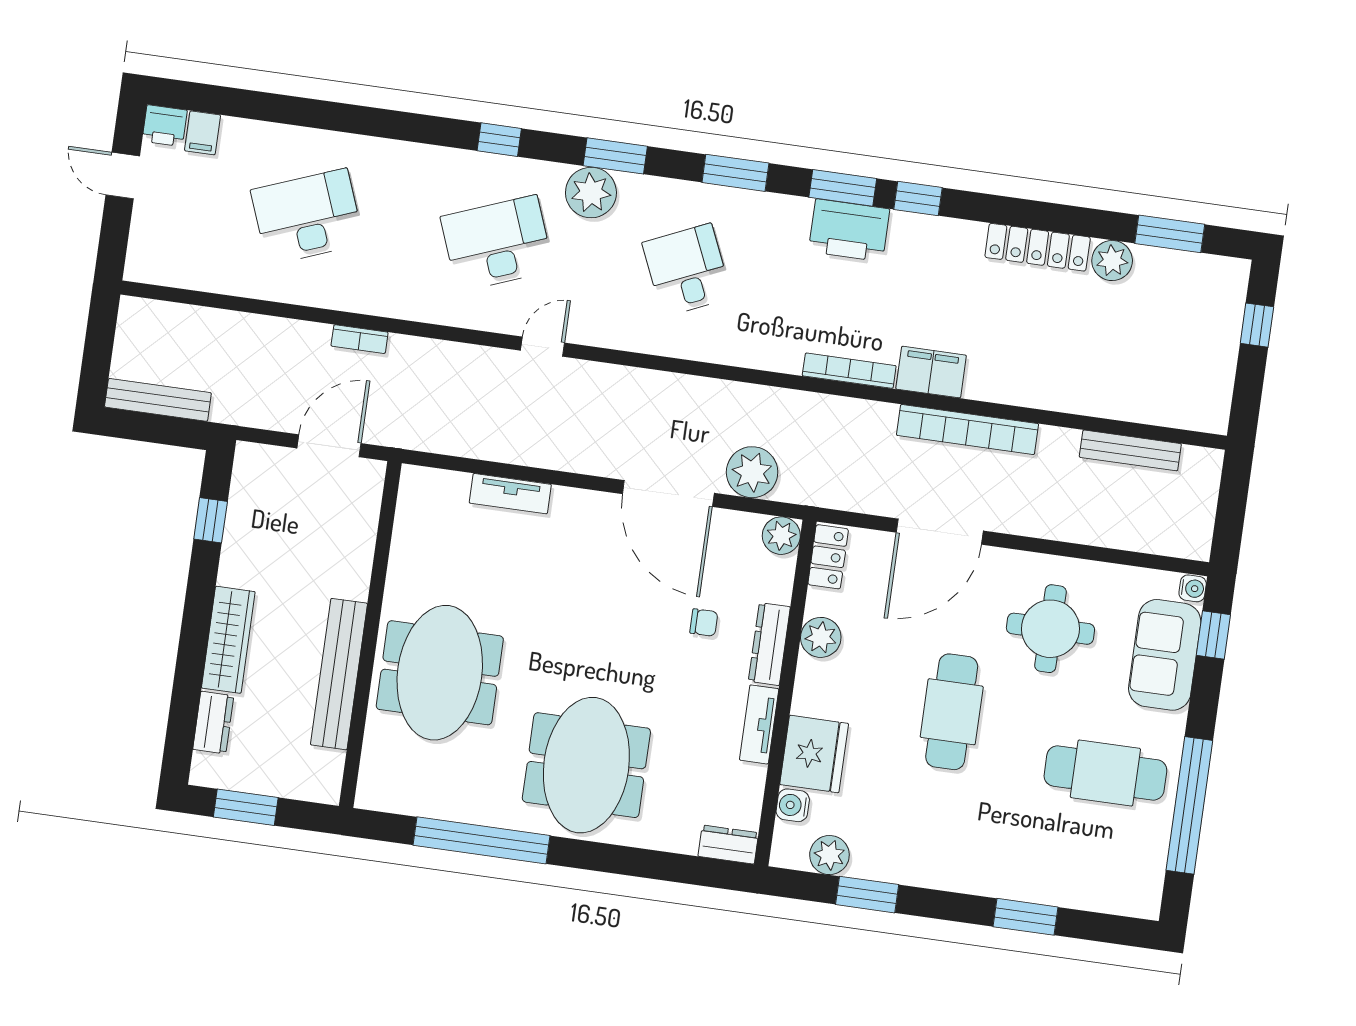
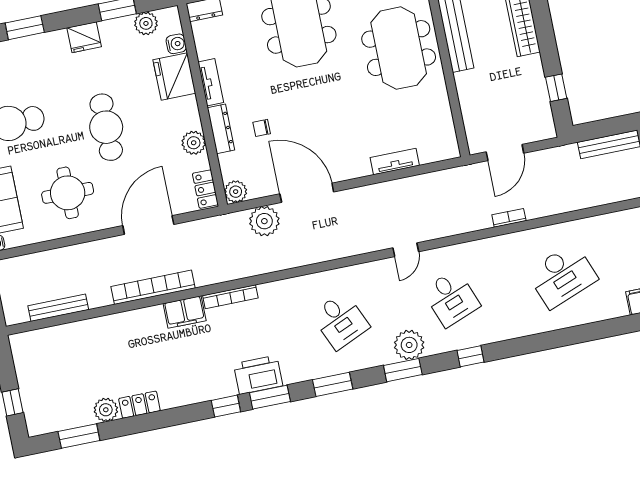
desk: (497, 243) -> (451, 298), width x0.73
locker: (1038, 247) -> (139, 405), width x0.66
fridge: (936, 868) -> (84, 37), added

